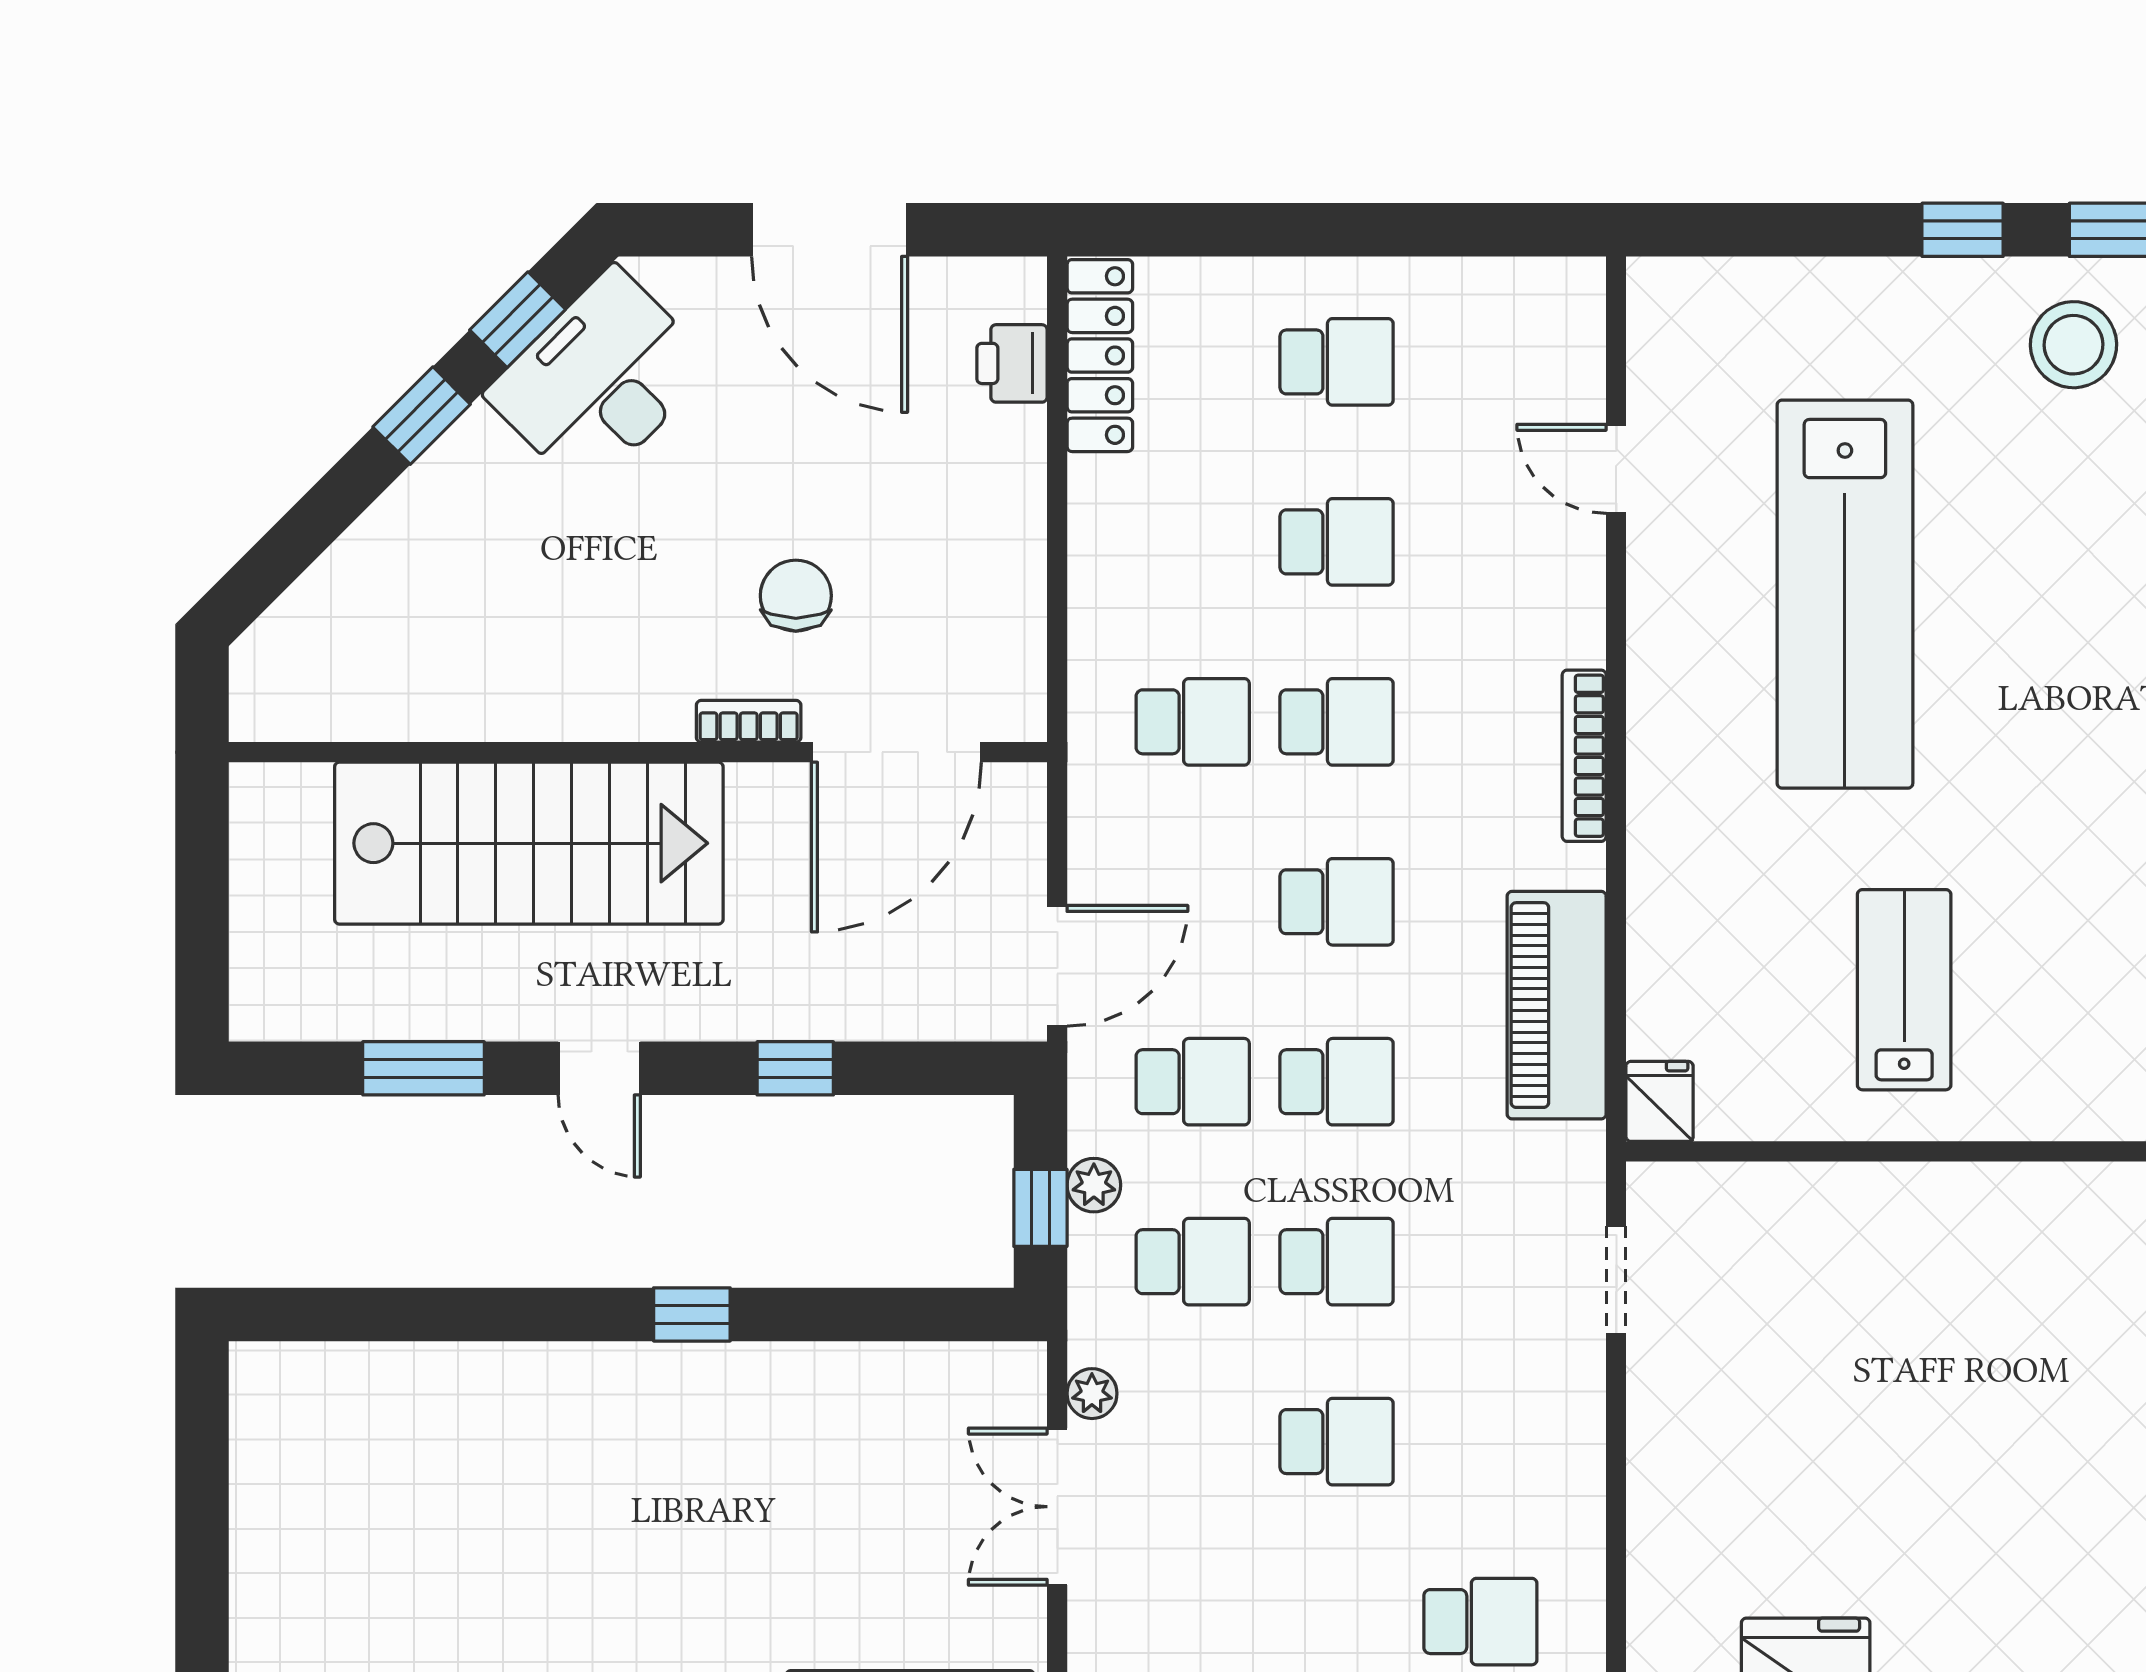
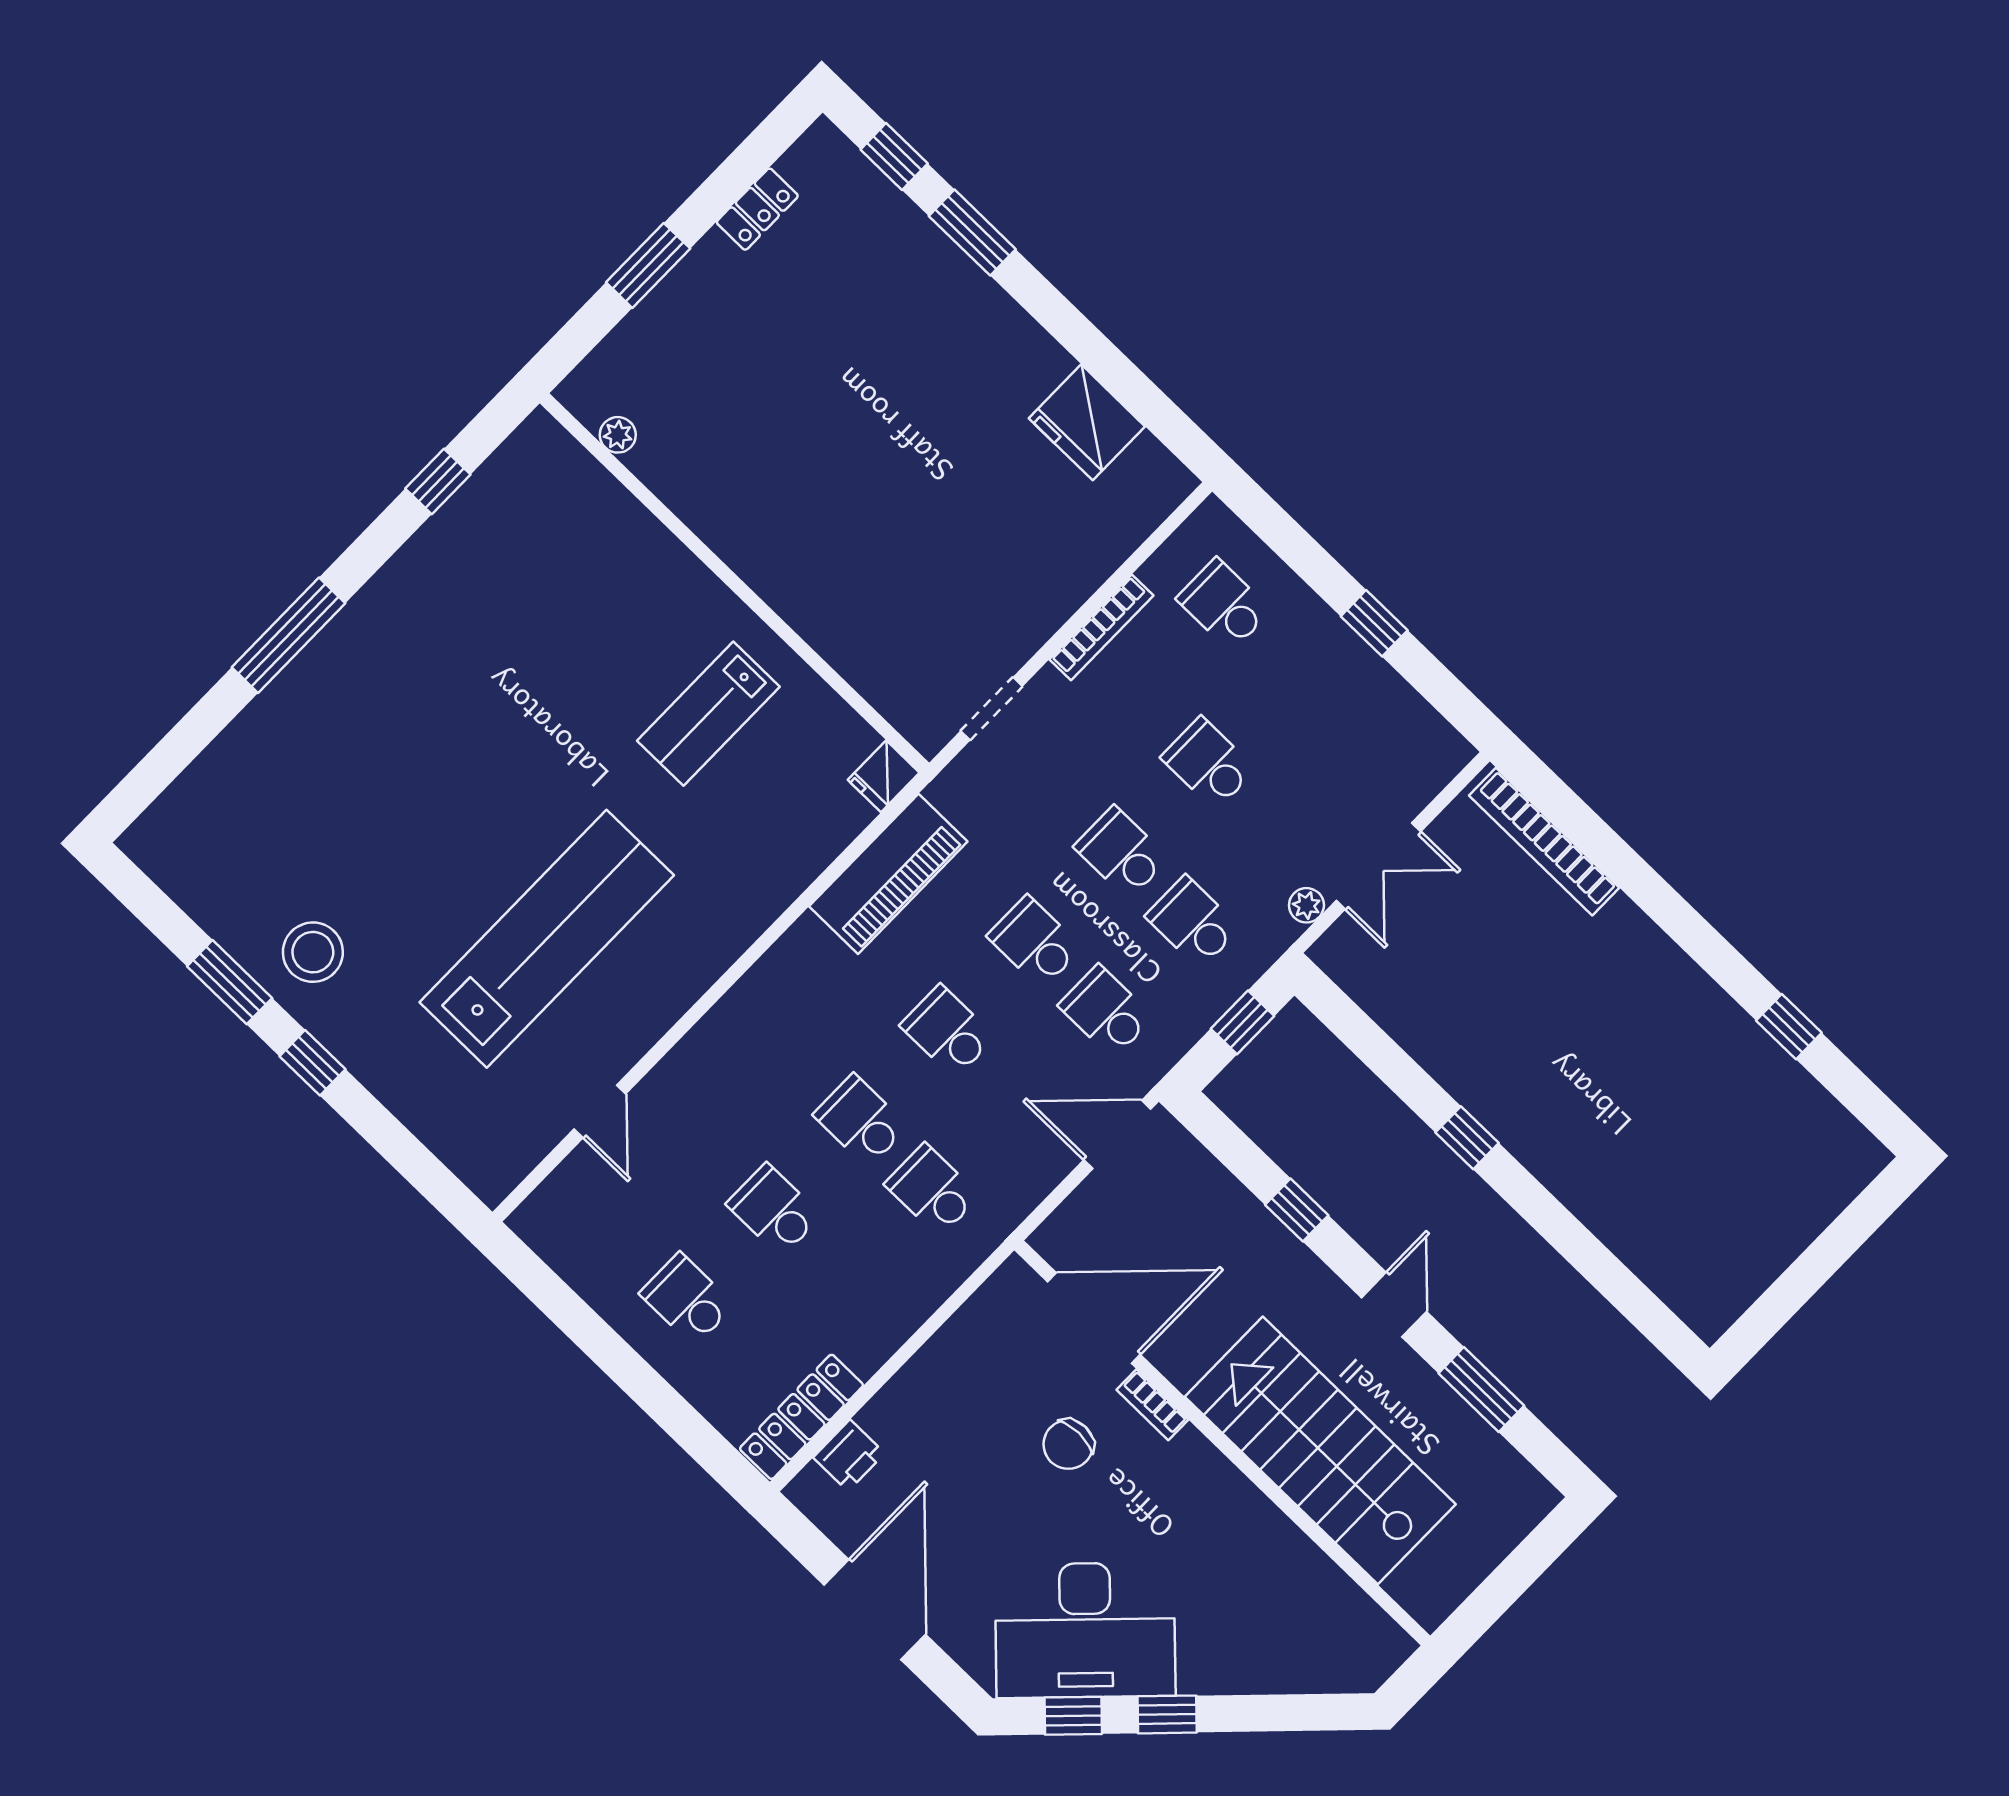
desk: (600, 380) -> (1085, 1630), width x1.36, depth x1.30
bookcase: (1584, 756) -> (1101, 627), moved
plant: (1094, 1185) -> (1205, 1008), removed

